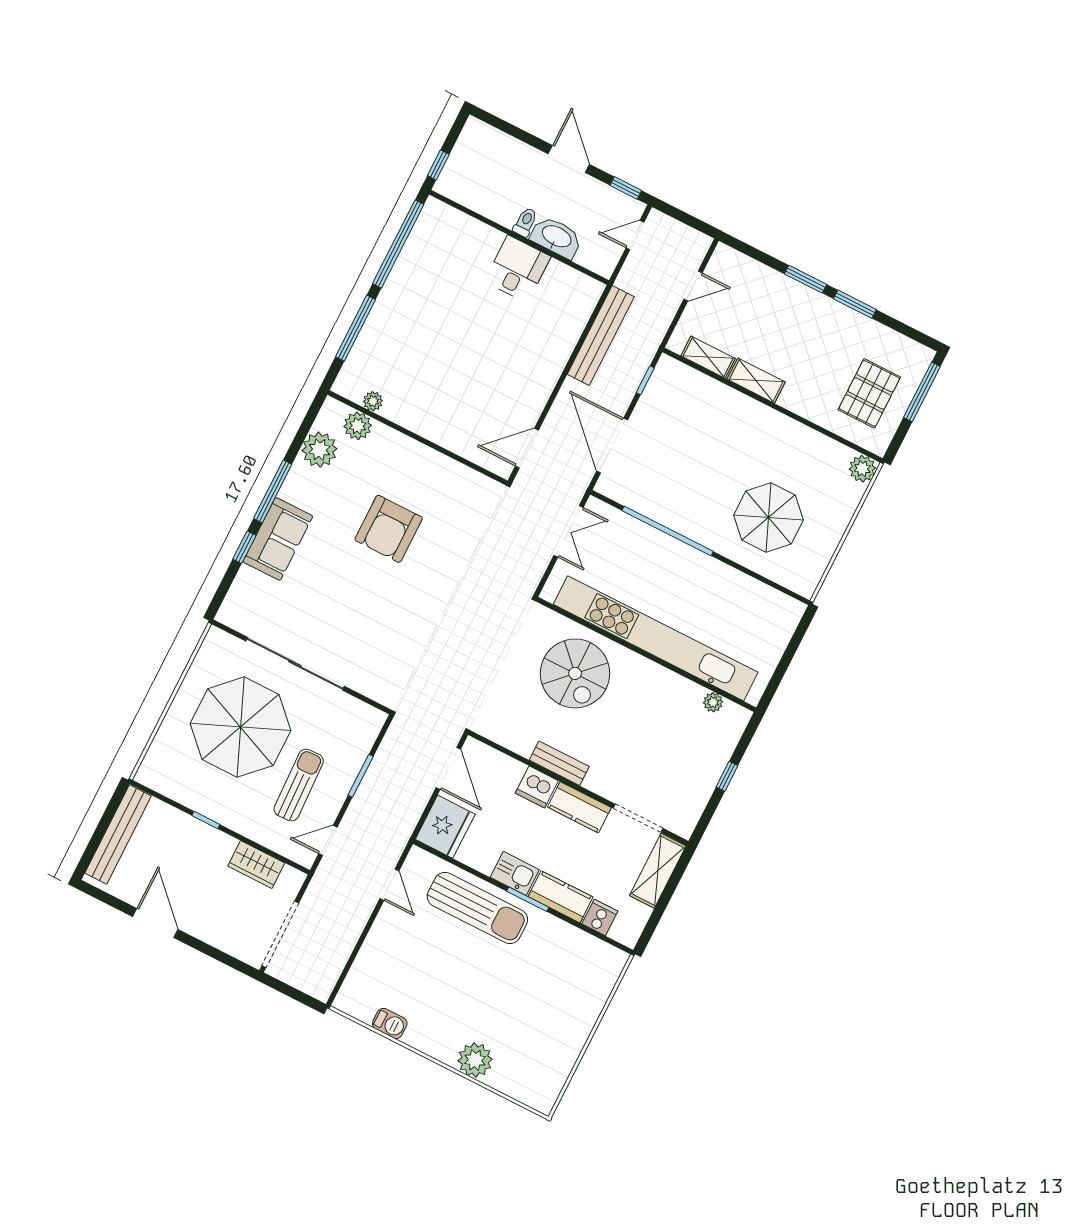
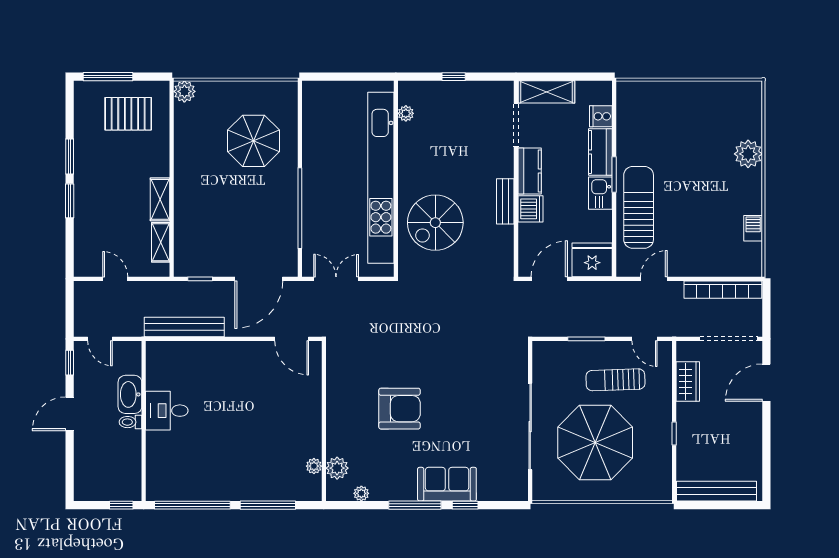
plant: (319, 450) -> (361, 493), width x0.53, depth x0.53
spiral stairs: (575, 673) -> (435, 223), turned 180
door: (155, 923) -> (766, 383), moved
bookcase: (338, 955) -> (723, 290), added

